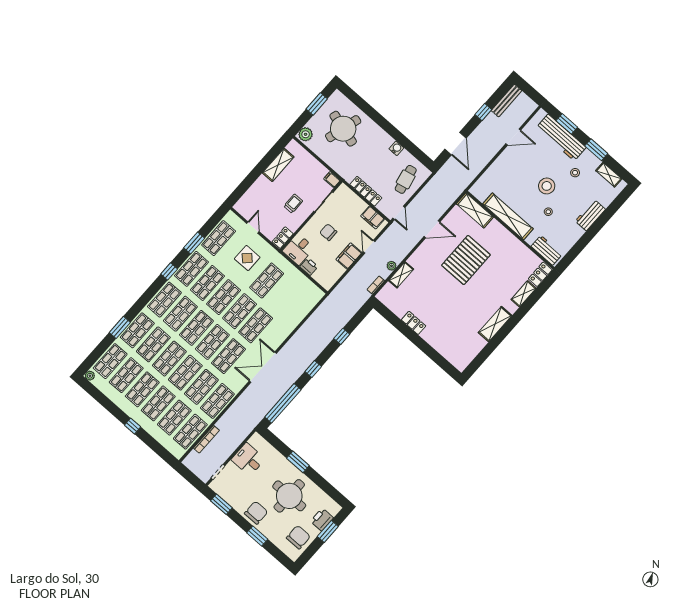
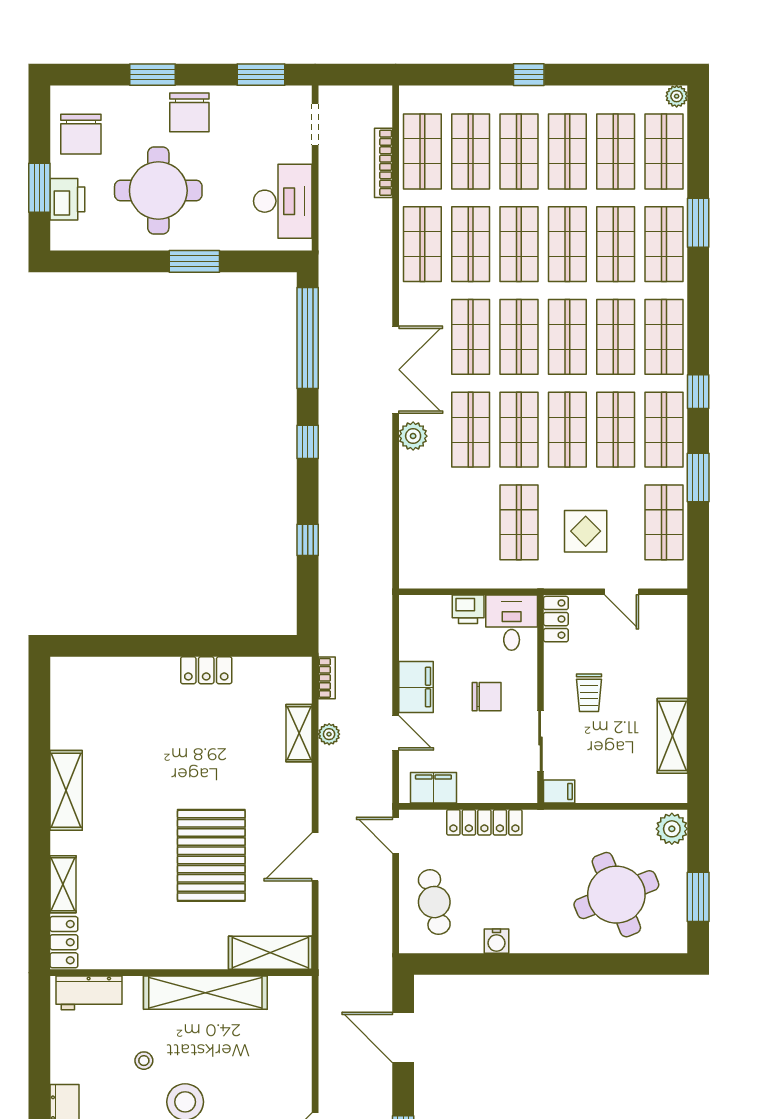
round table: (343, 129) -> (616, 895), turned -38
plant: (277, 340) -> (413, 436), added
desk: (248, 459) -> (283, 201), width x1.37

